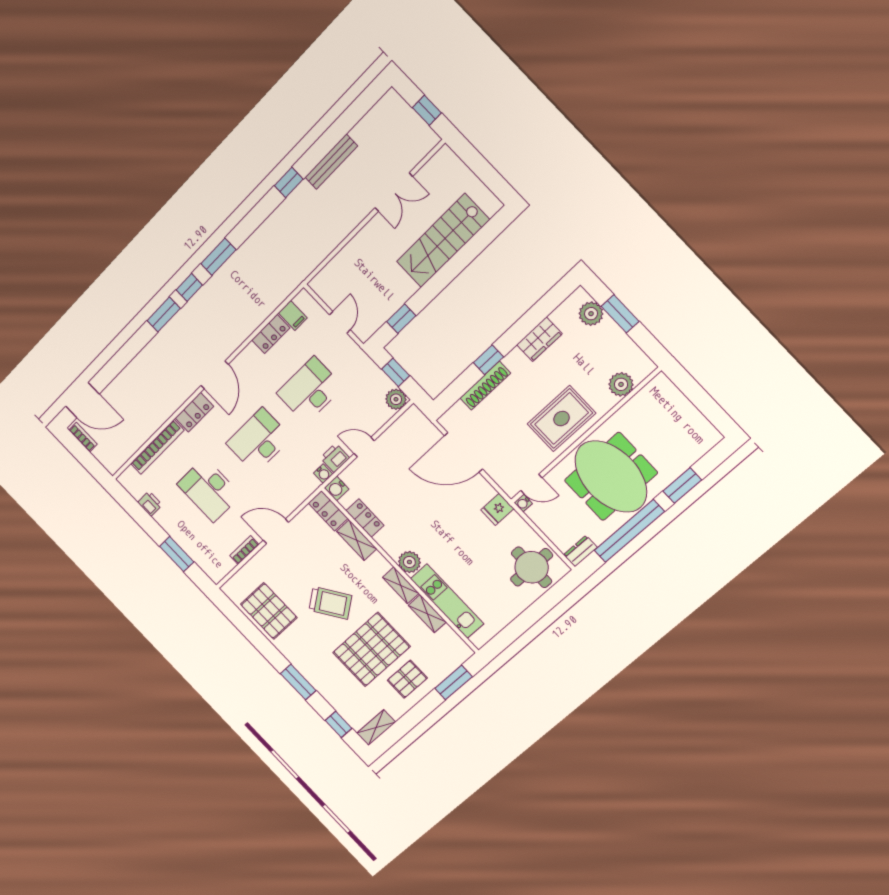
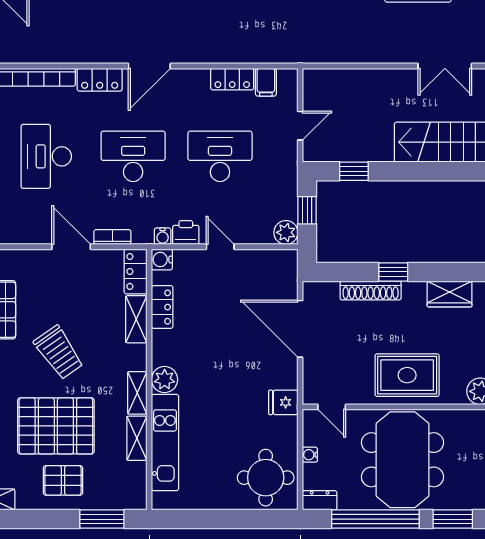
water cooler: (523, 503) -> (310, 455), moved
bookcase: (244, 550) -> (112, 237), moved

